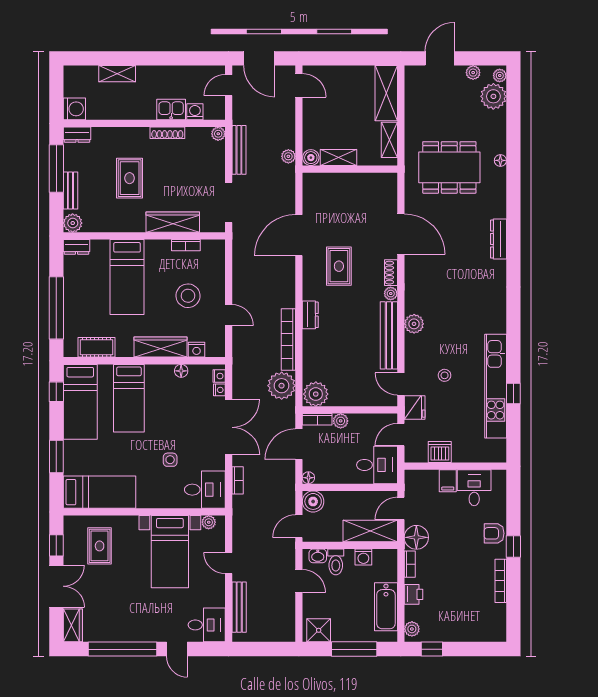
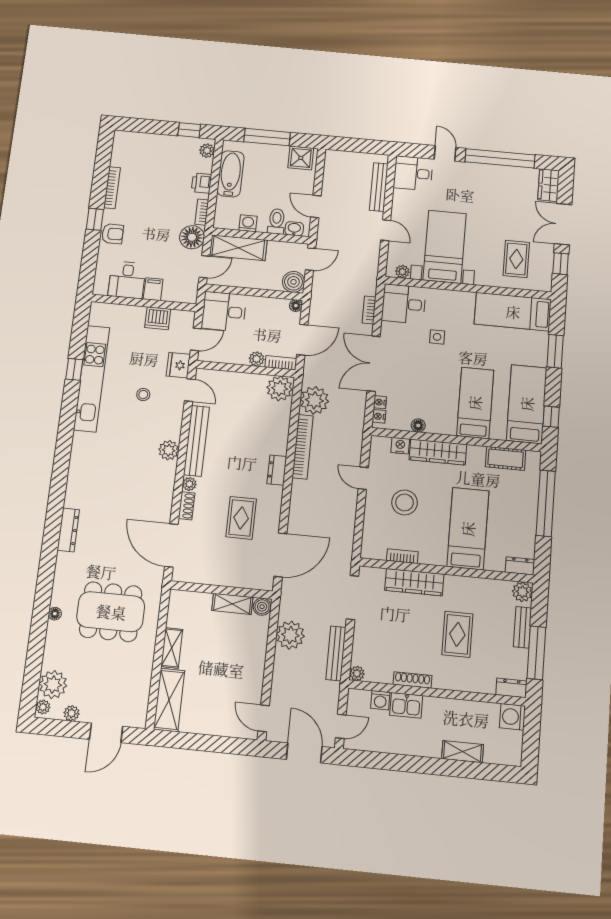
plant: (288, 156) -> (290, 635), width x1.88, depth x1.88
shelving: (338, 157) -> (232, 604), moved
boiler: (311, 158) -> (262, 607), moved
wall: (350, 169) -> (221, 590), moved

